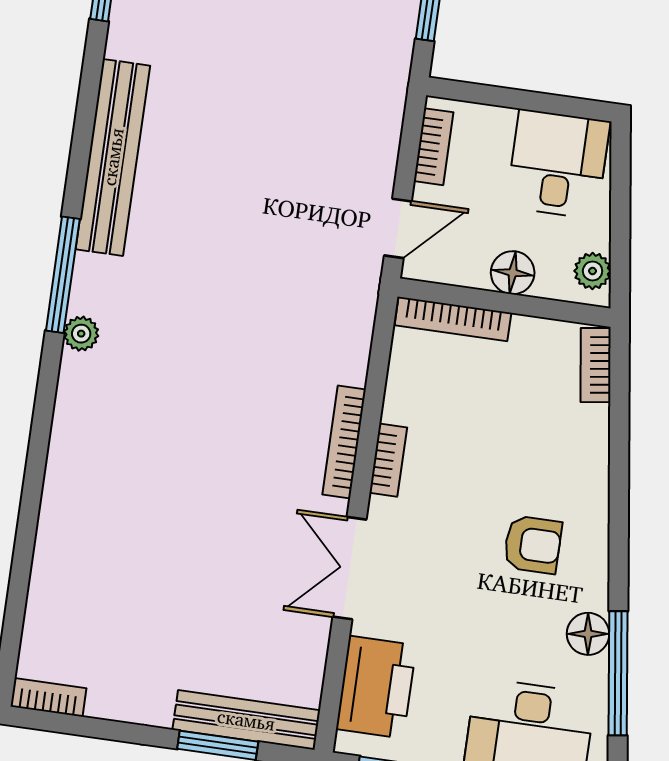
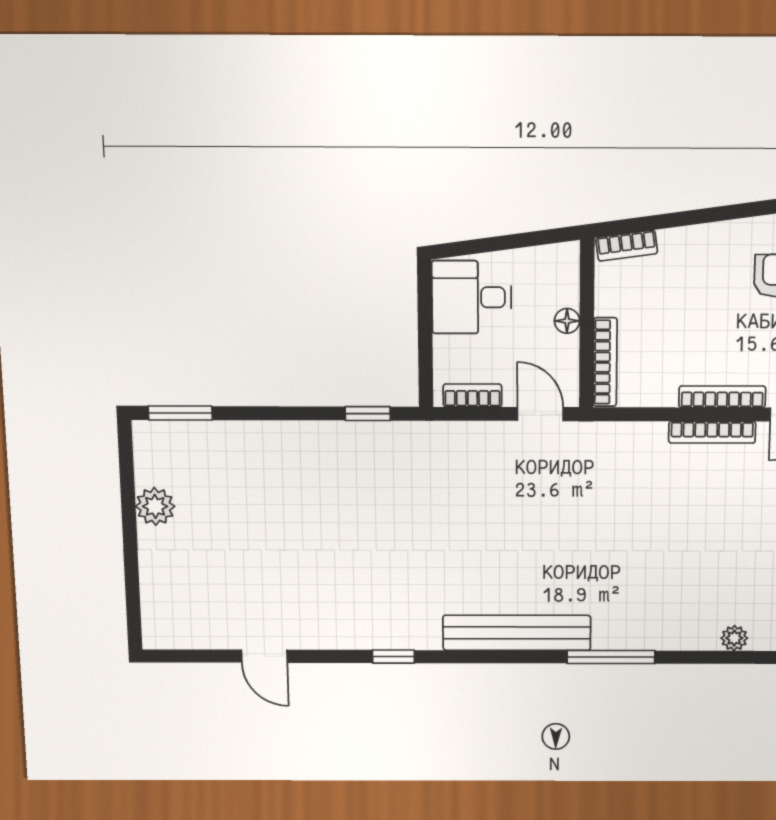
plant: (593, 271) -> (552, 258), removed
floor lamp: (513, 273) -> (567, 321), width x0.73, depth x0.73
plant: (81, 334) -> (734, 638), moved
bookcase: (388, 460) -> (722, 397), width x1.56

